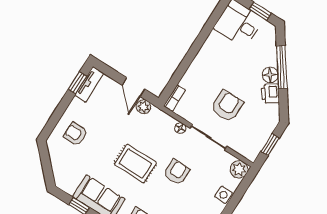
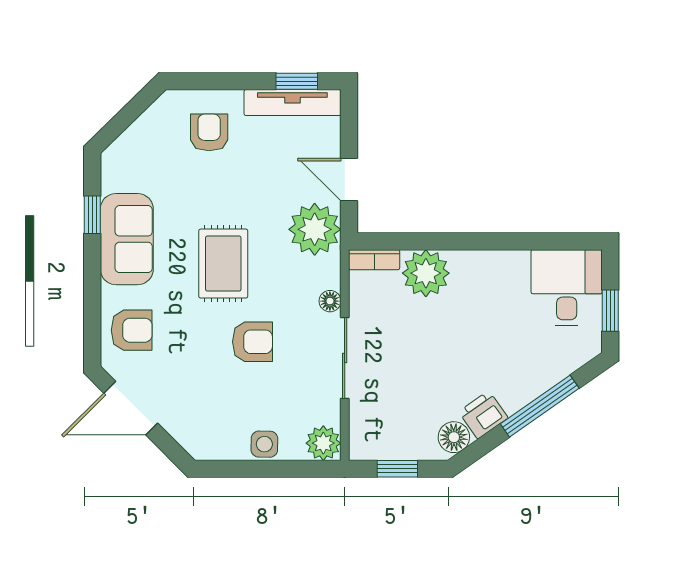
floor lamp: (270, 75) -> (454, 437), moved
plant: (194, 80) -> (426, 273), added
tv unit: (89, 84) -> (292, 103), width x1.41
door: (134, 87) -> (349, 180), hinge flipped
armchair: (227, 106) -> (416, 356), removed
plant: (144, 107) -> (315, 229), width x1.87, depth x1.87

